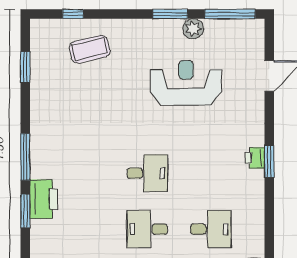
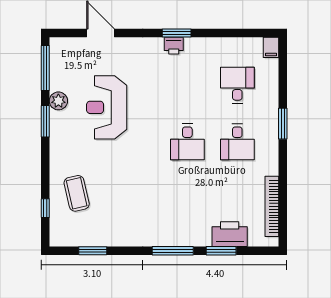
desk: (147, 173) -> (187, 142), turned 180
printer: (44, 199) -> (230, 234), moved

